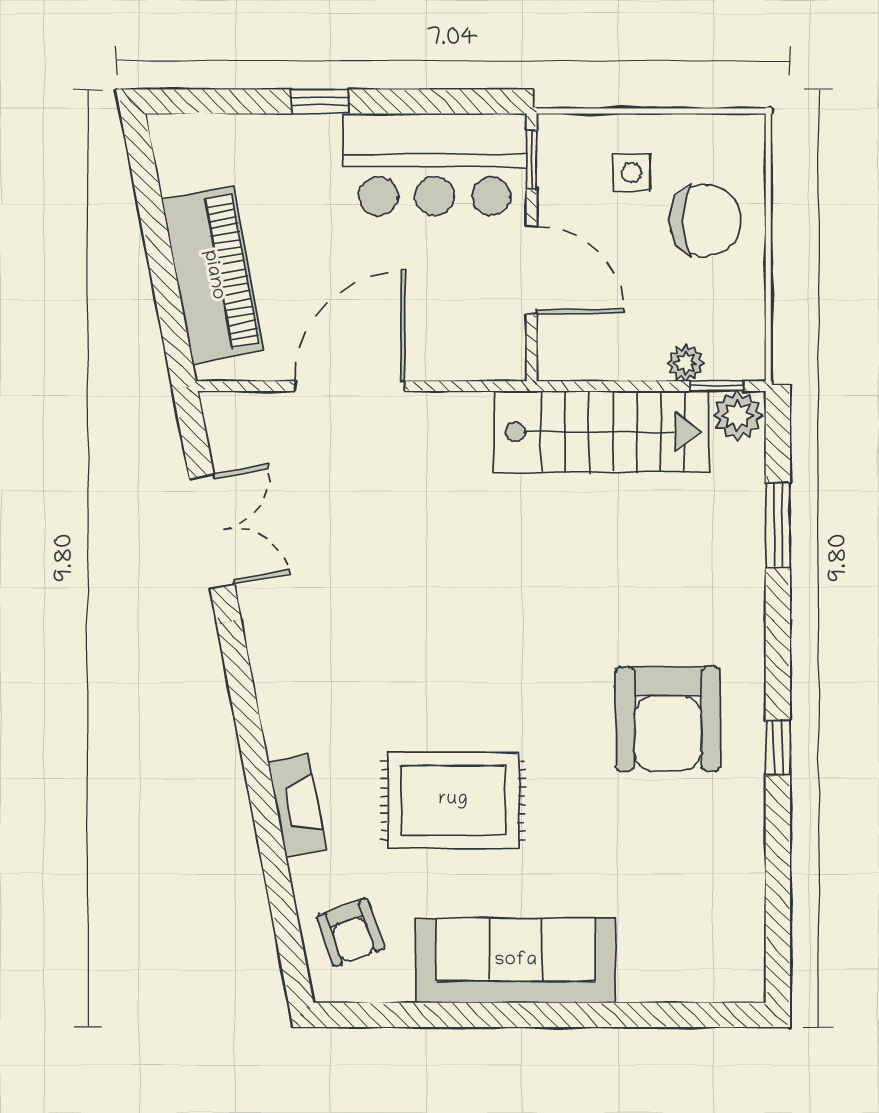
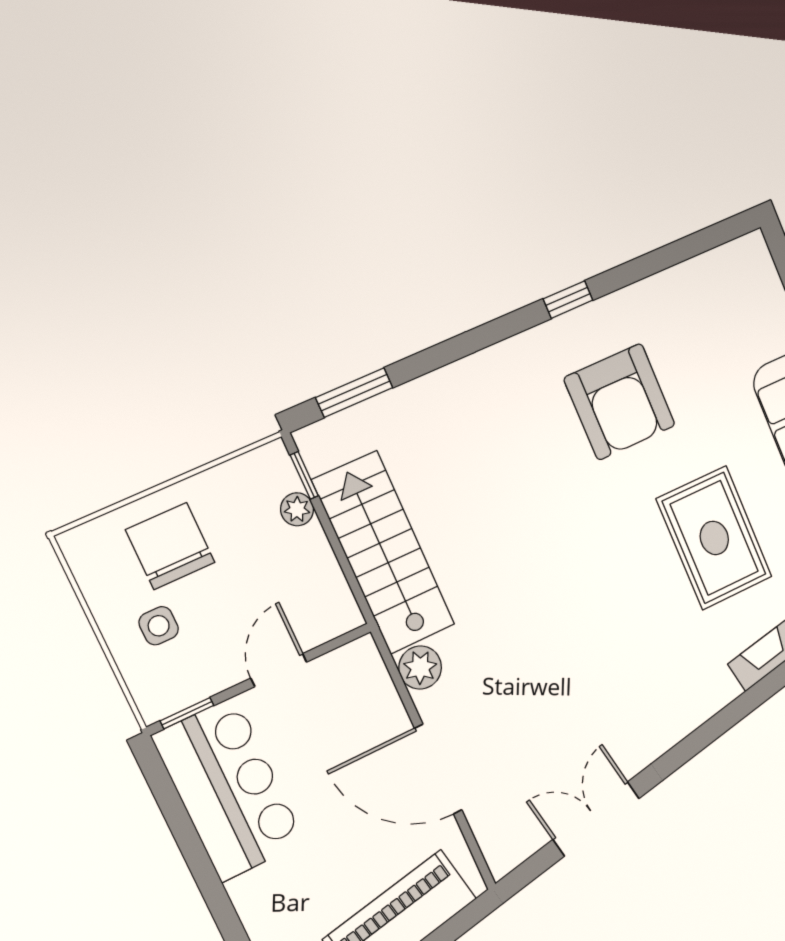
window: (320, 102) -> (220, 906), removed
door: (532, 270) -> (279, 670), width x0.73
plant: (738, 415) -> (420, 668), moved
window: (778, 525) -> (354, 393), moved
armchair: (668, 719) -> (620, 402), moved, turned 90

